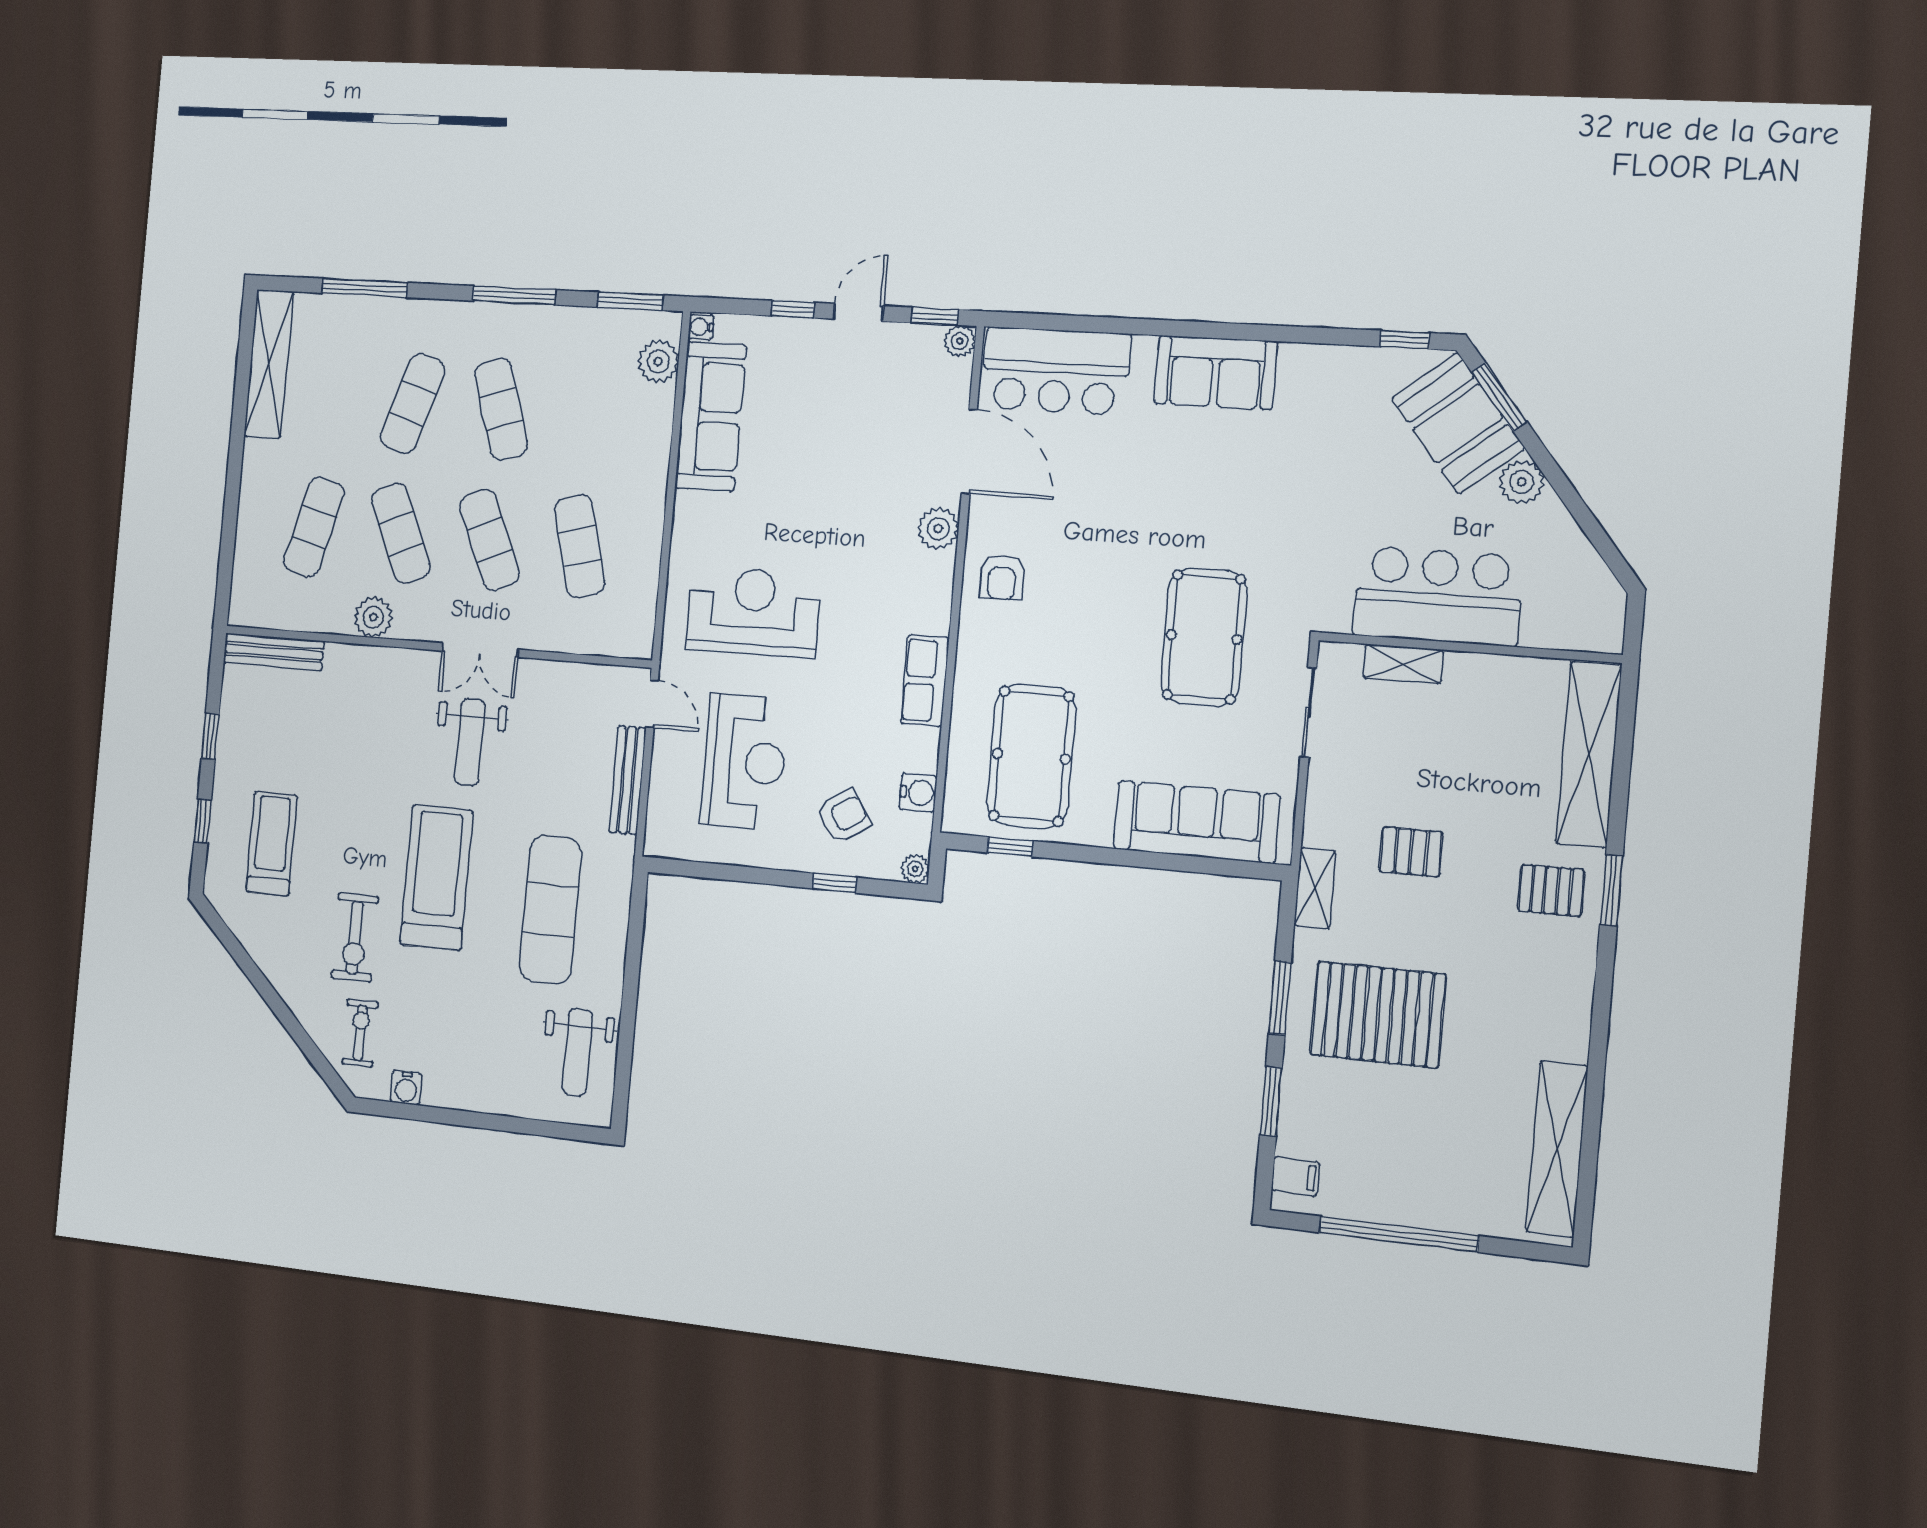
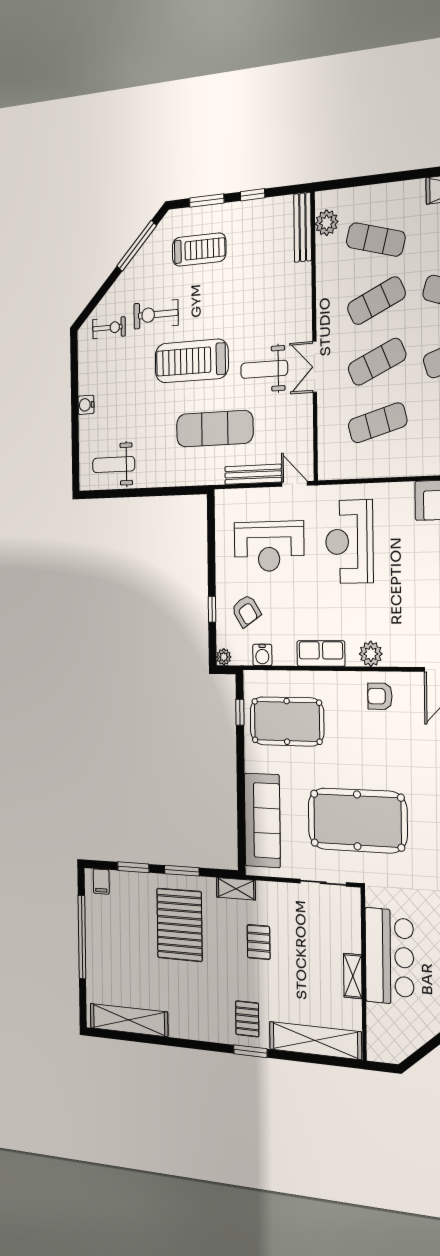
plant: (938, 529) -> (371, 654), moved
reception desk: (753, 612) -> (349, 542), turned 180
plant: (373, 617) -> (327, 223), moved
pool table: (1204, 637) -> (357, 820), width x1.36, depth x1.32
shelving: (1403, 664) -> (353, 976), moved
door: (652, 704) -> (295, 484), swing flipped
window: (203, 821) -> (207, 200), width x1.50
treadmill: (437, 877) -> (192, 361), turned 180
exercise mat: (550, 910) -> (215, 429), moved
window: (245, 962) -> (137, 246), added
water cooler: (406, 1088) -> (86, 405), moved

